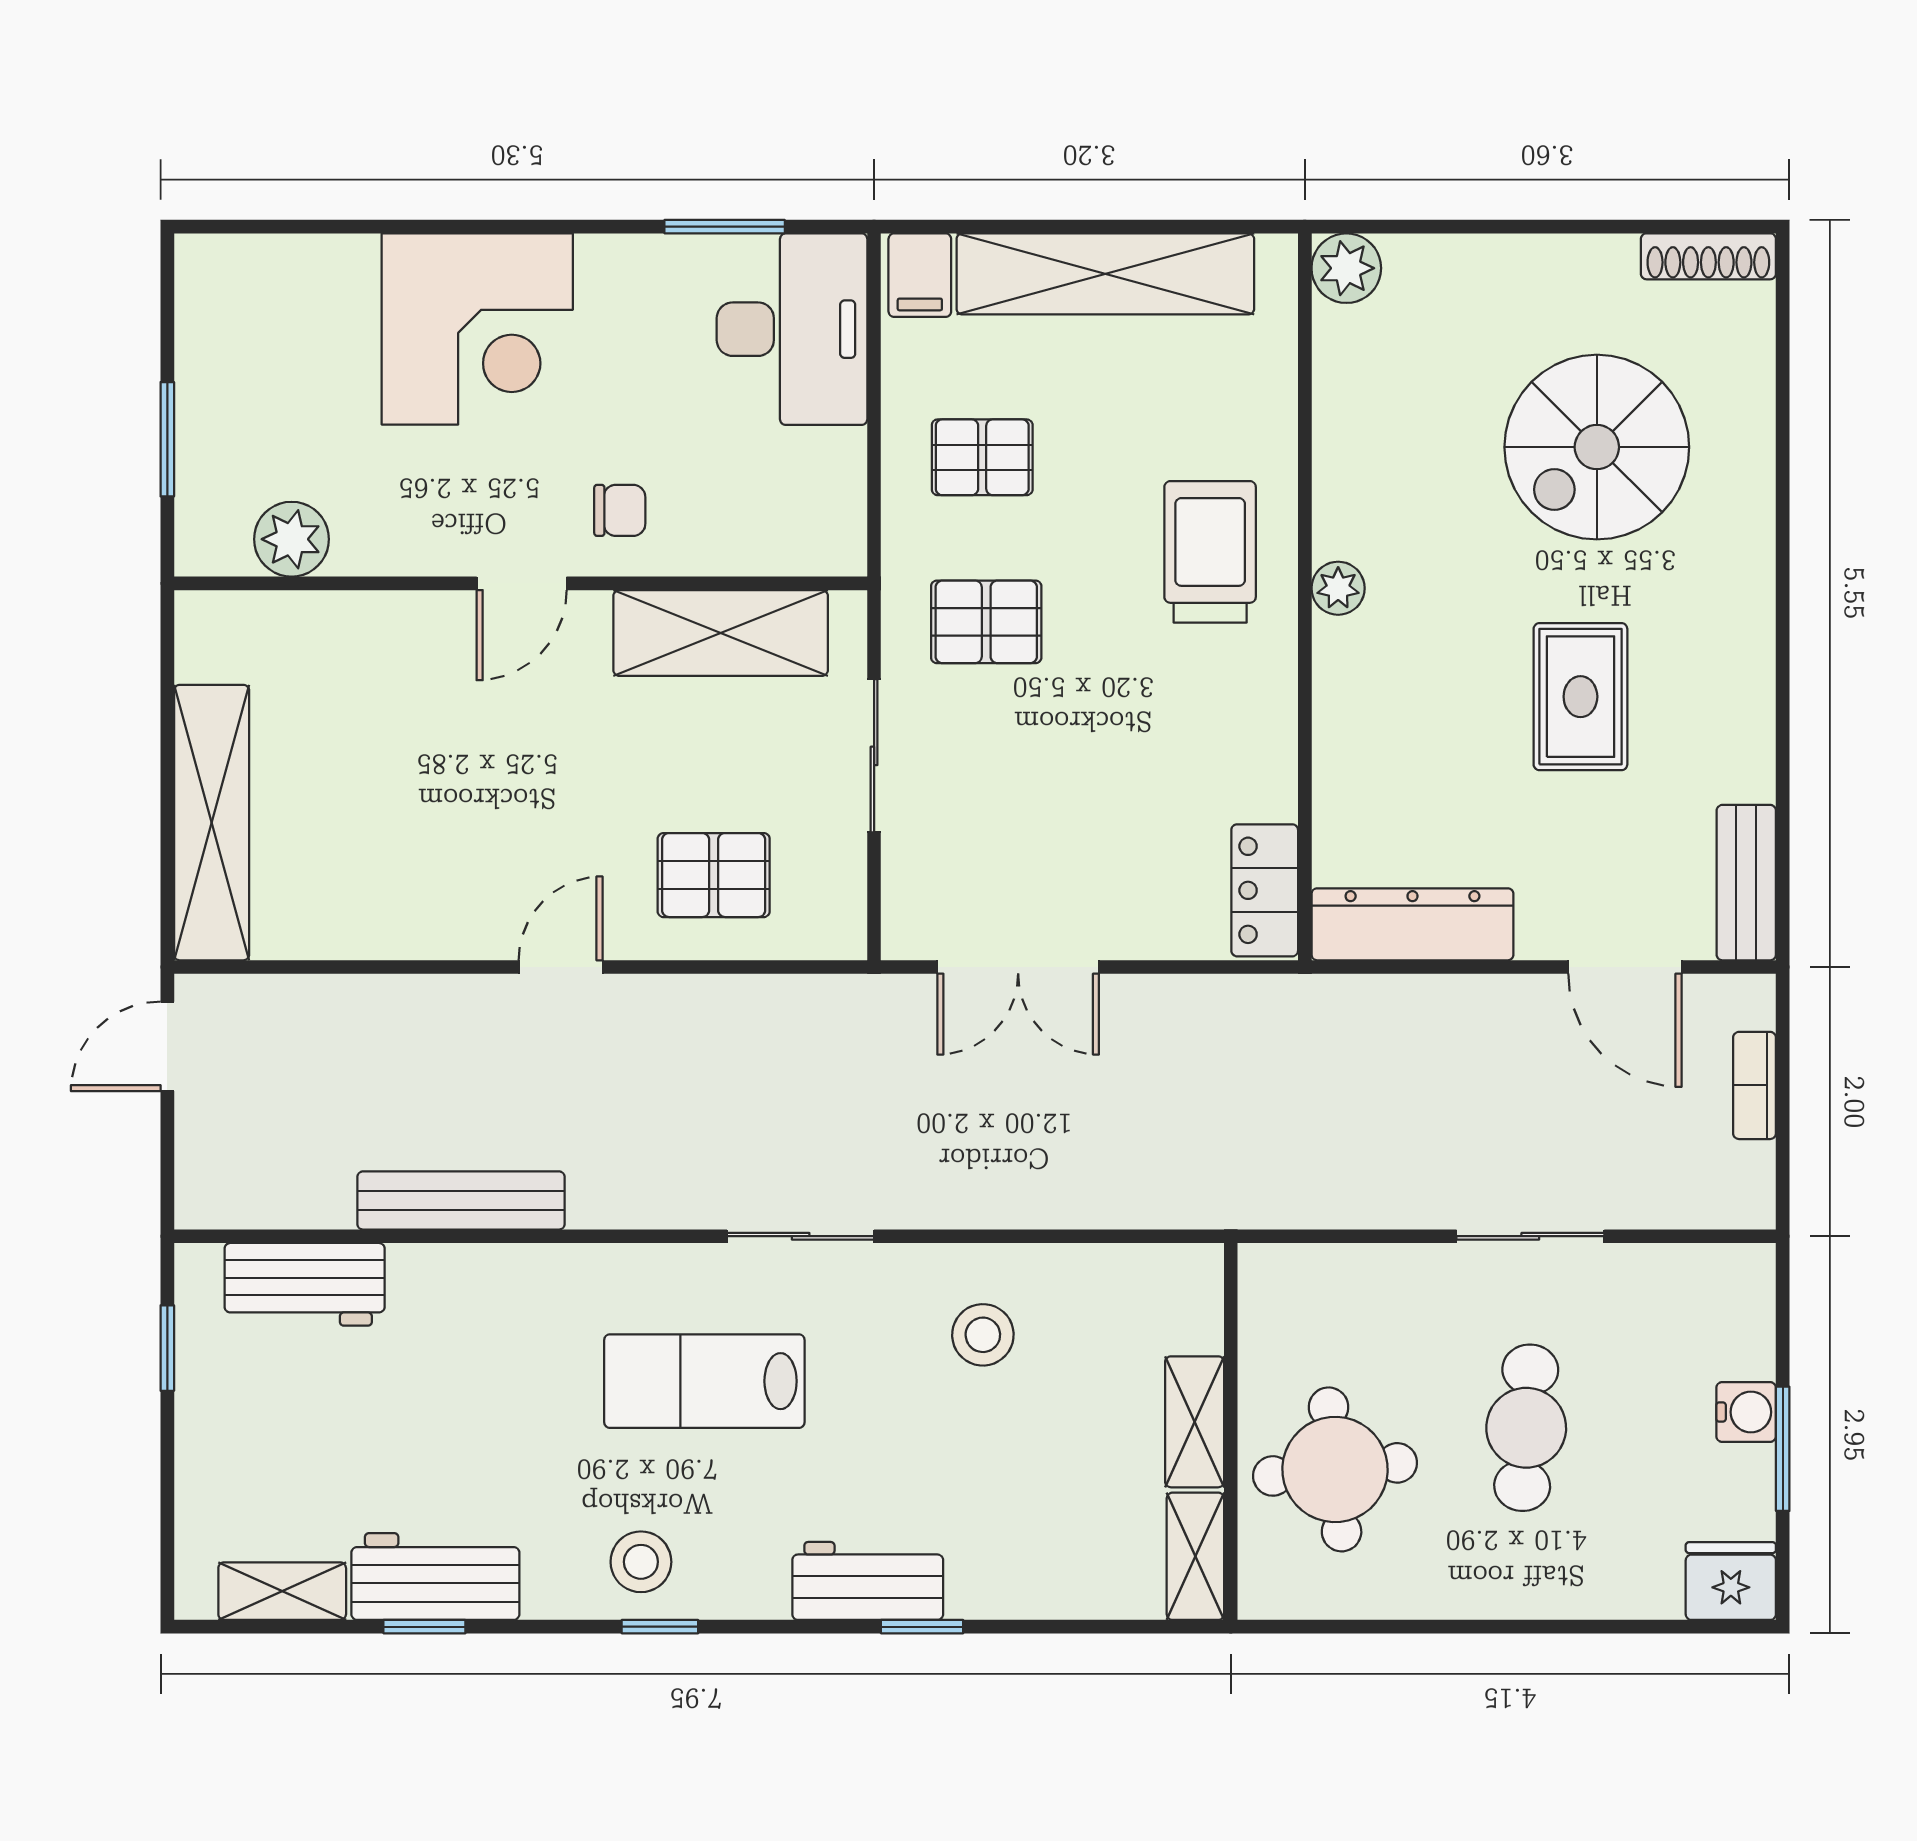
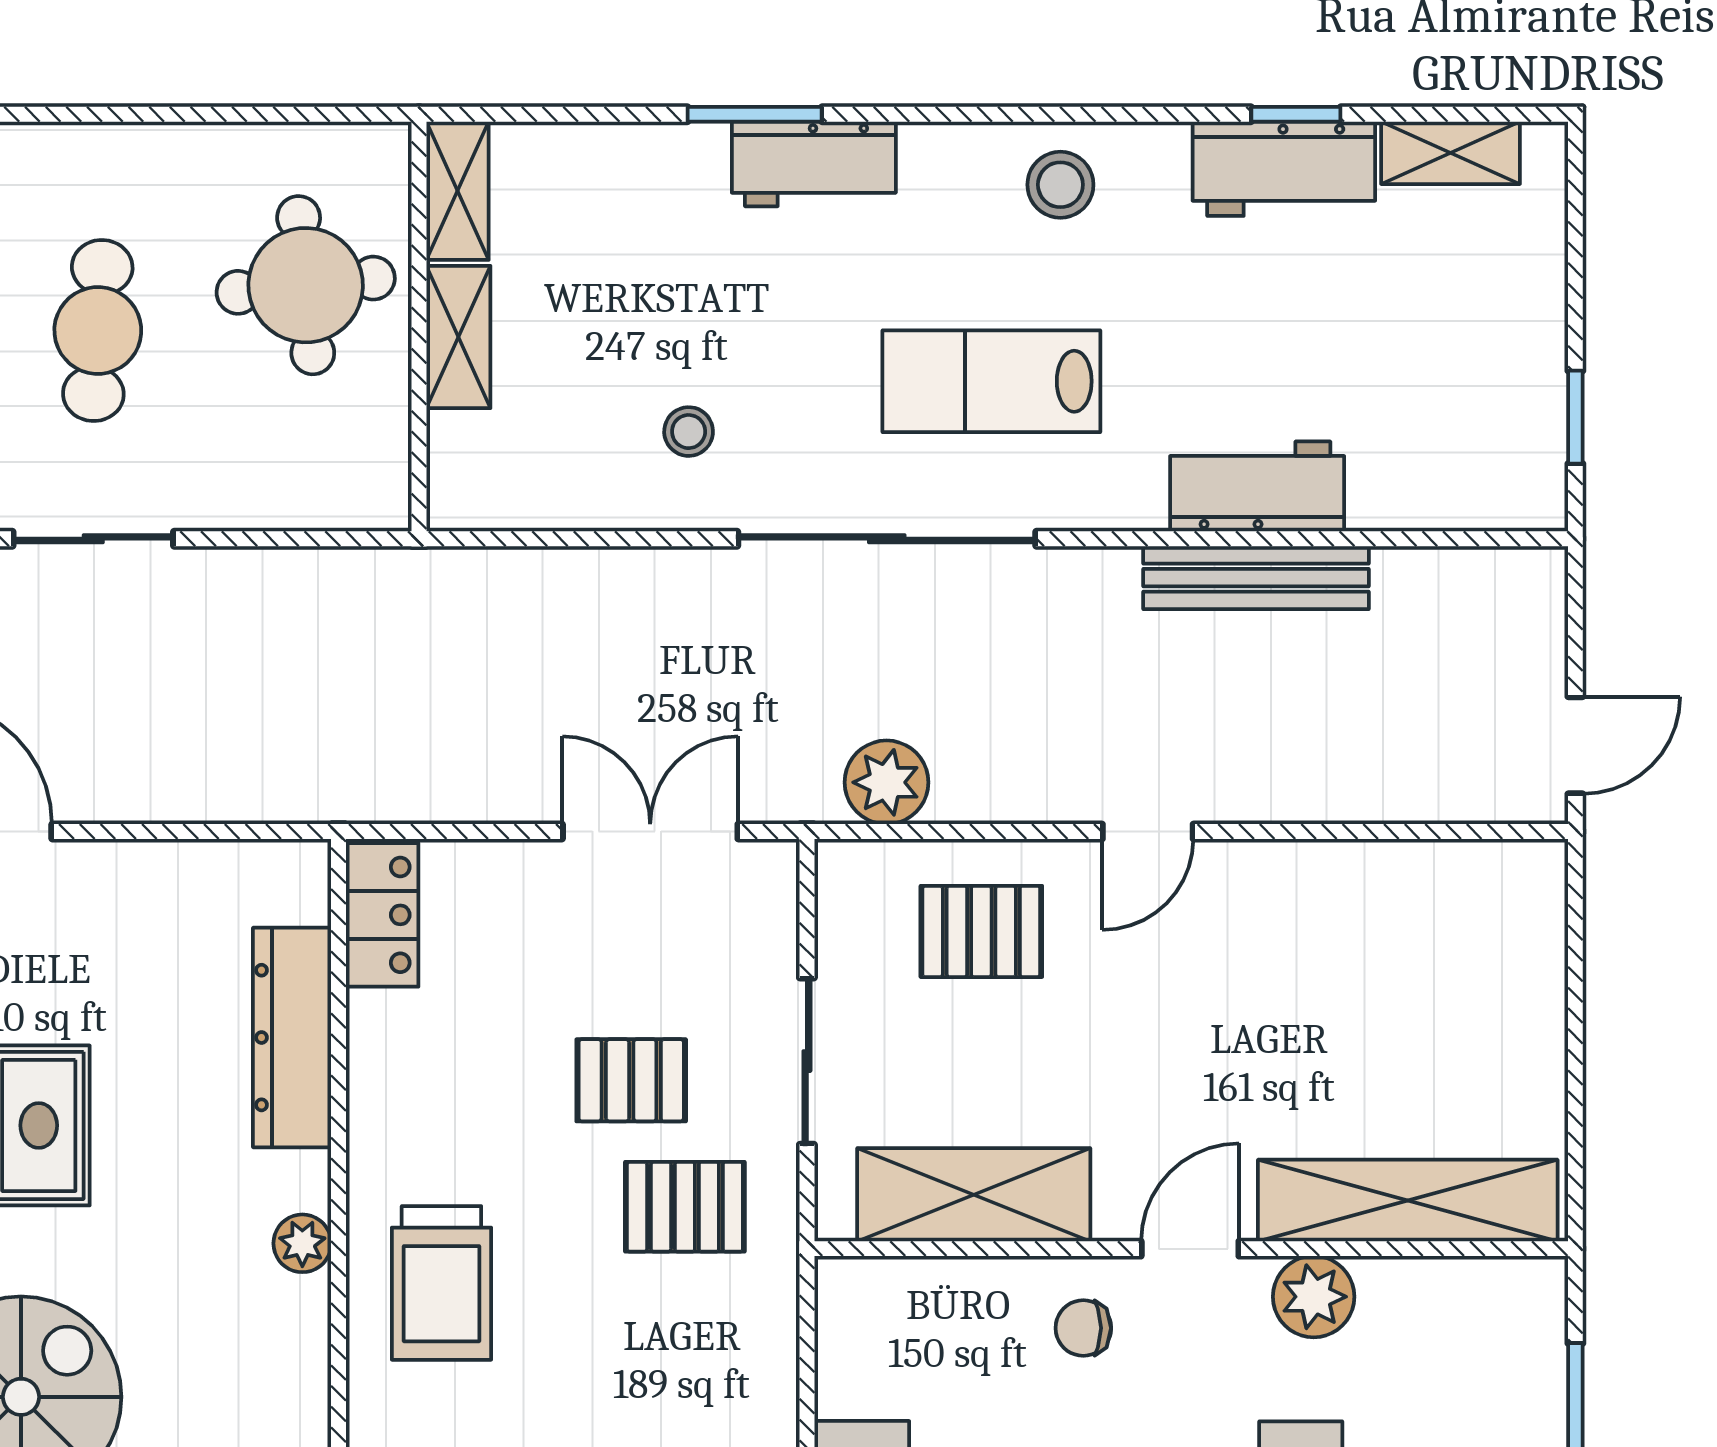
pallet: (982, 457) -> (631, 1080), moved
plant: (292, 539) -> (1314, 1297), moved
shelving: (212, 823) -> (1408, 1200), moved, turned 90
dresser: (1412, 924) -> (292, 1038), moved, turned 90
plant: (801, 1012) -> (887, 782), added
sliding door: (801, 1236) -> (887, 539), width x1.86
workbench: (305, 1284) -> (1257, 486), moved
stool: (983, 1335) -> (689, 432), width x0.73, depth x0.73
lab bench: (704, 1381) -> (991, 381), turned 180
window: (660, 1627) -> (1040, 114), removed
window: (922, 1627) -> (755, 114), width x1.50

